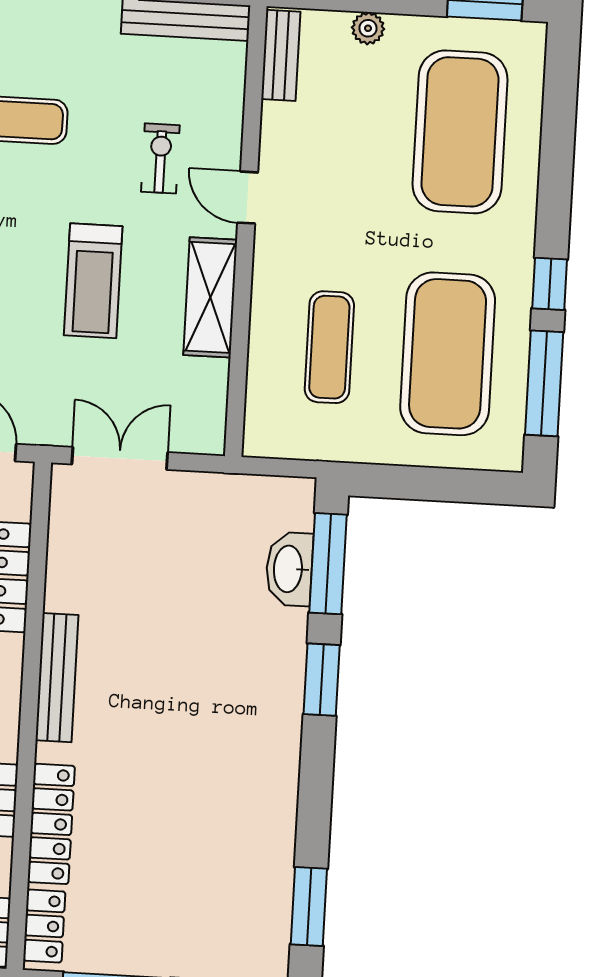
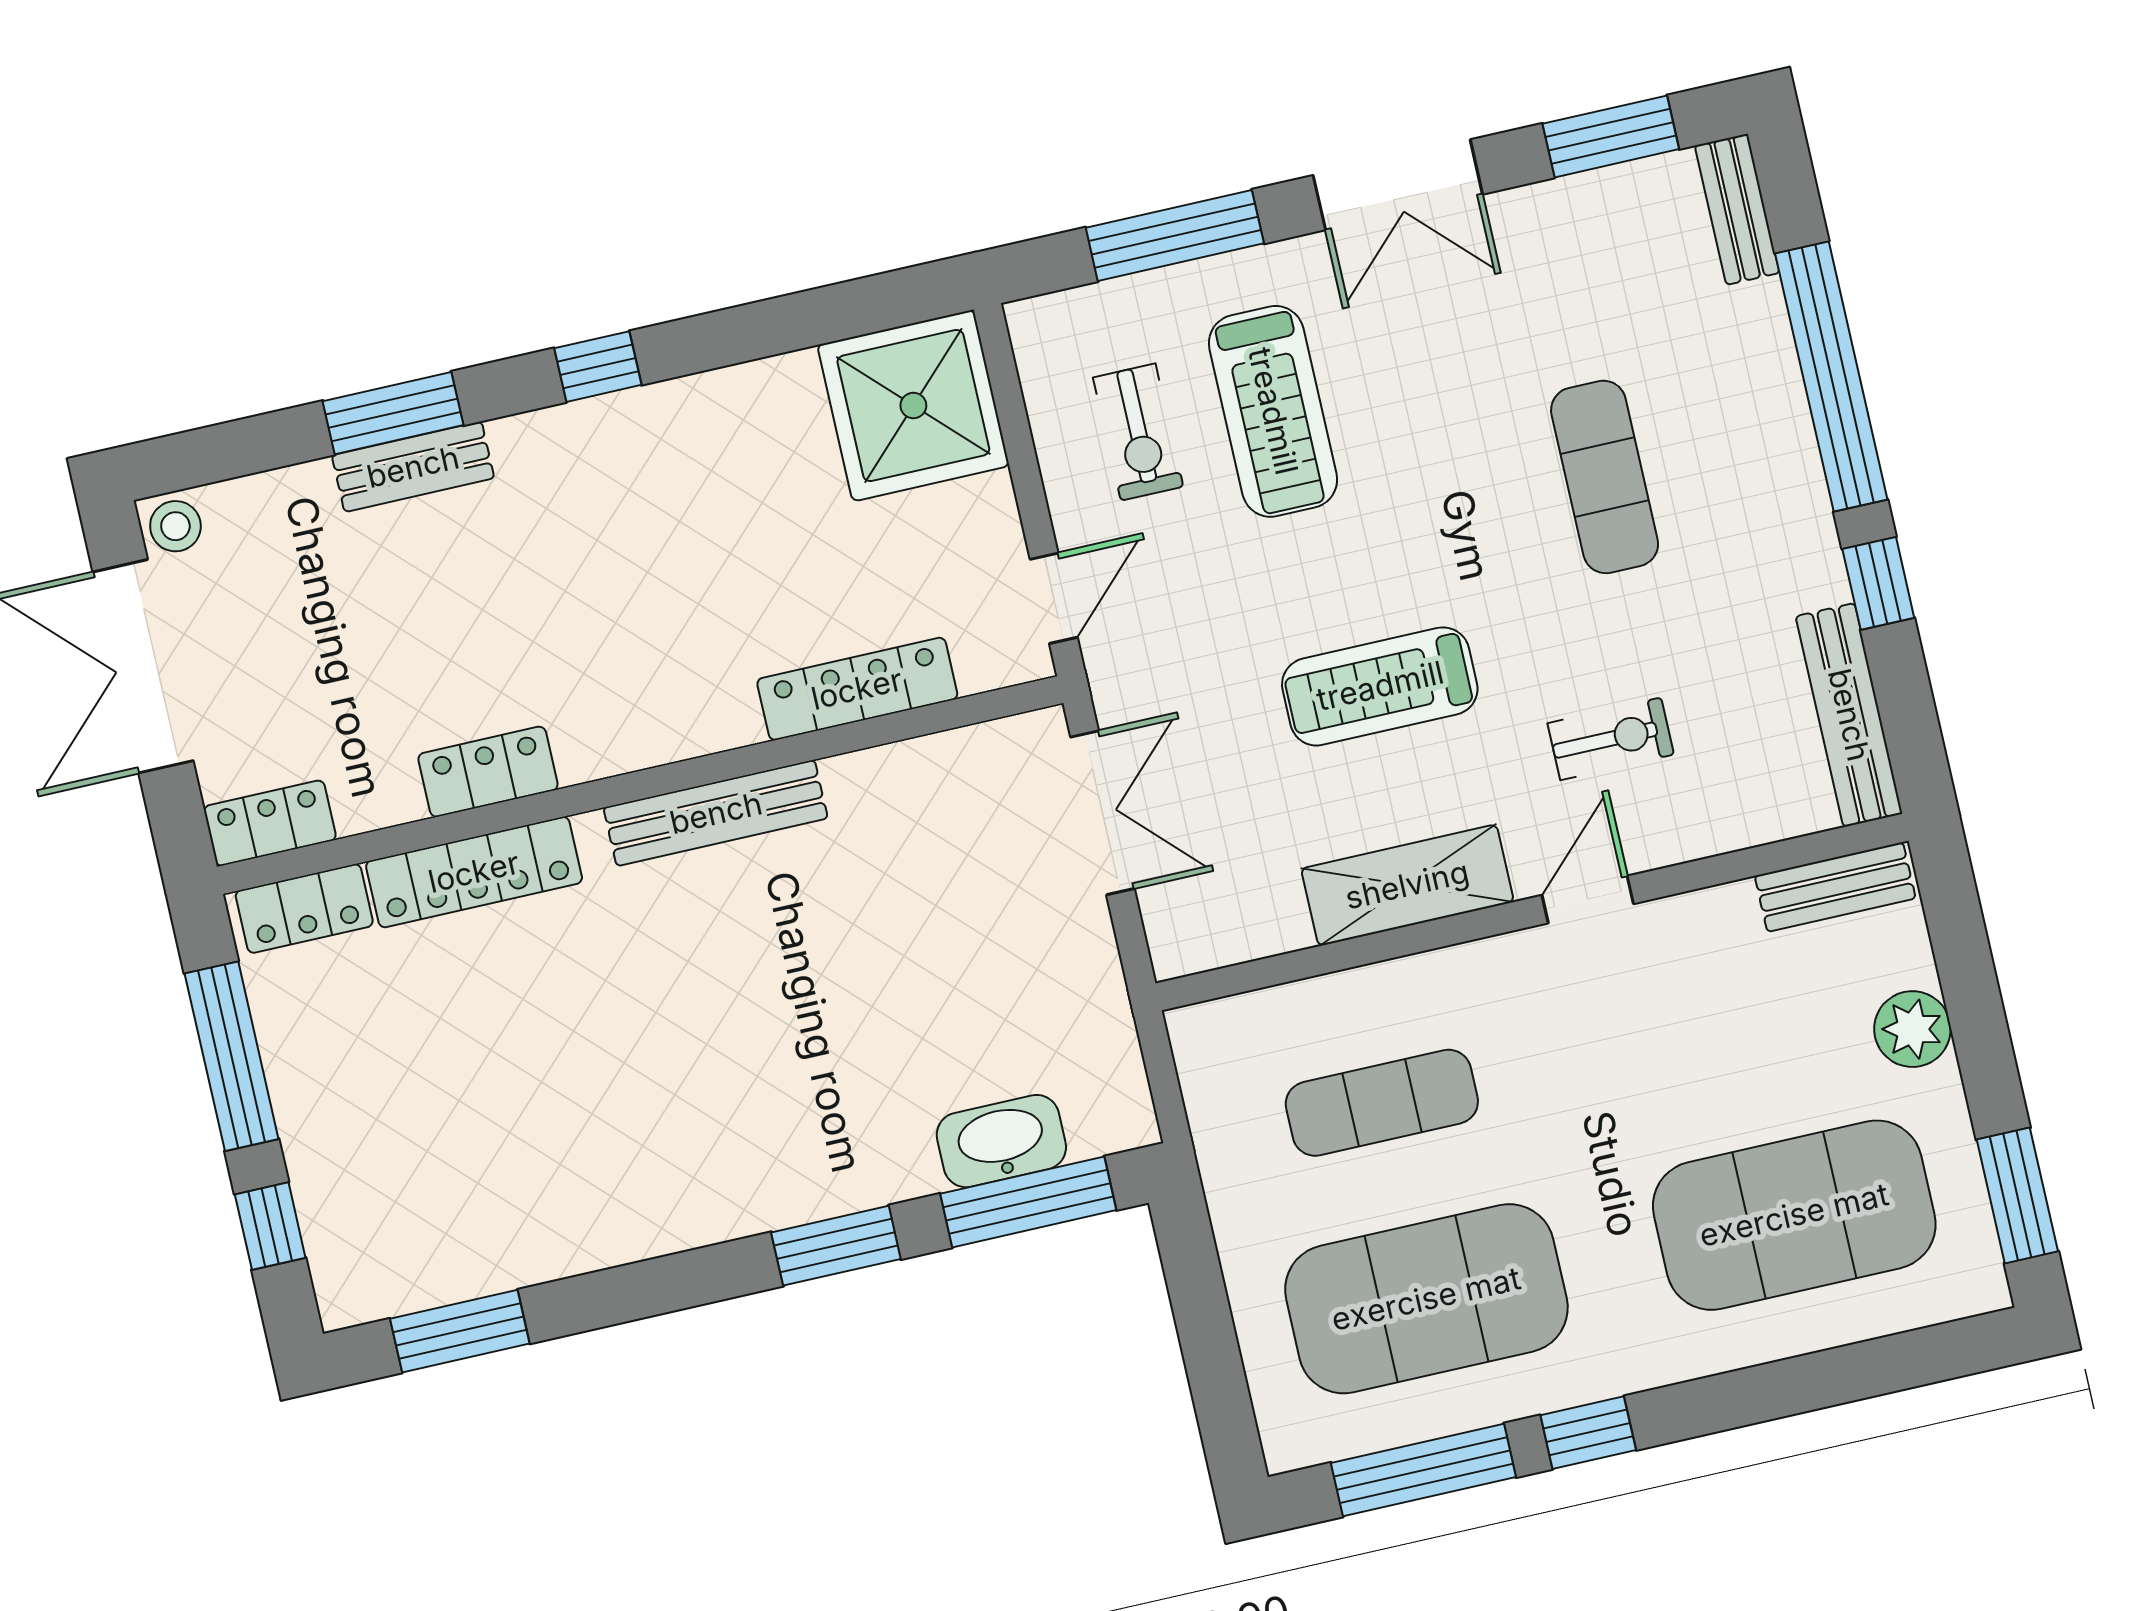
plant: (368, 28) -> (1912, 1029), width x1.38, depth x1.38

